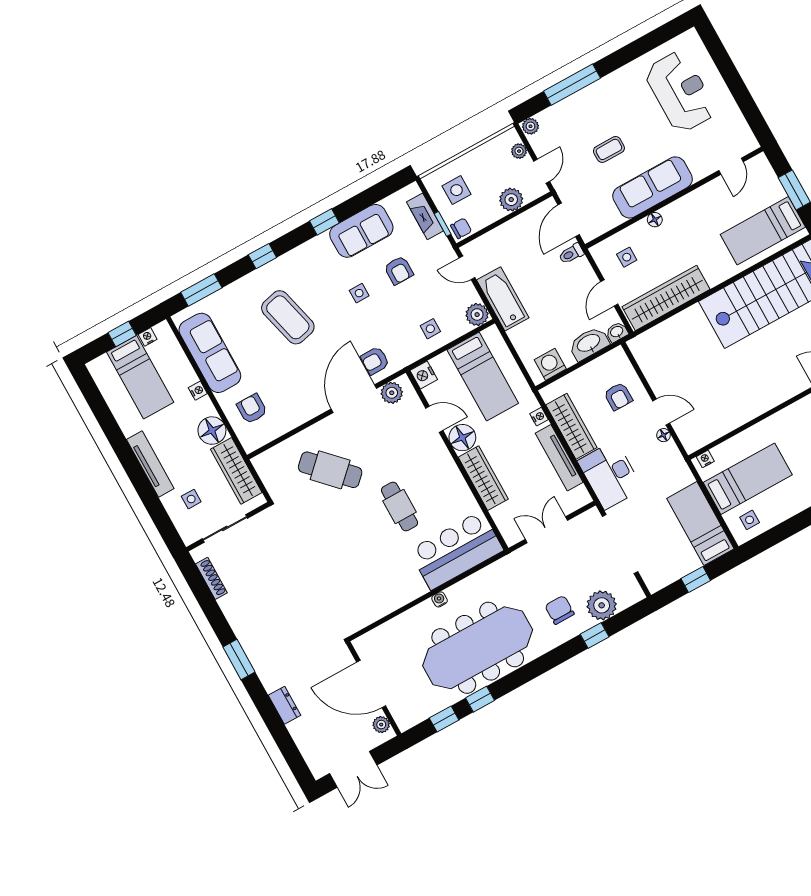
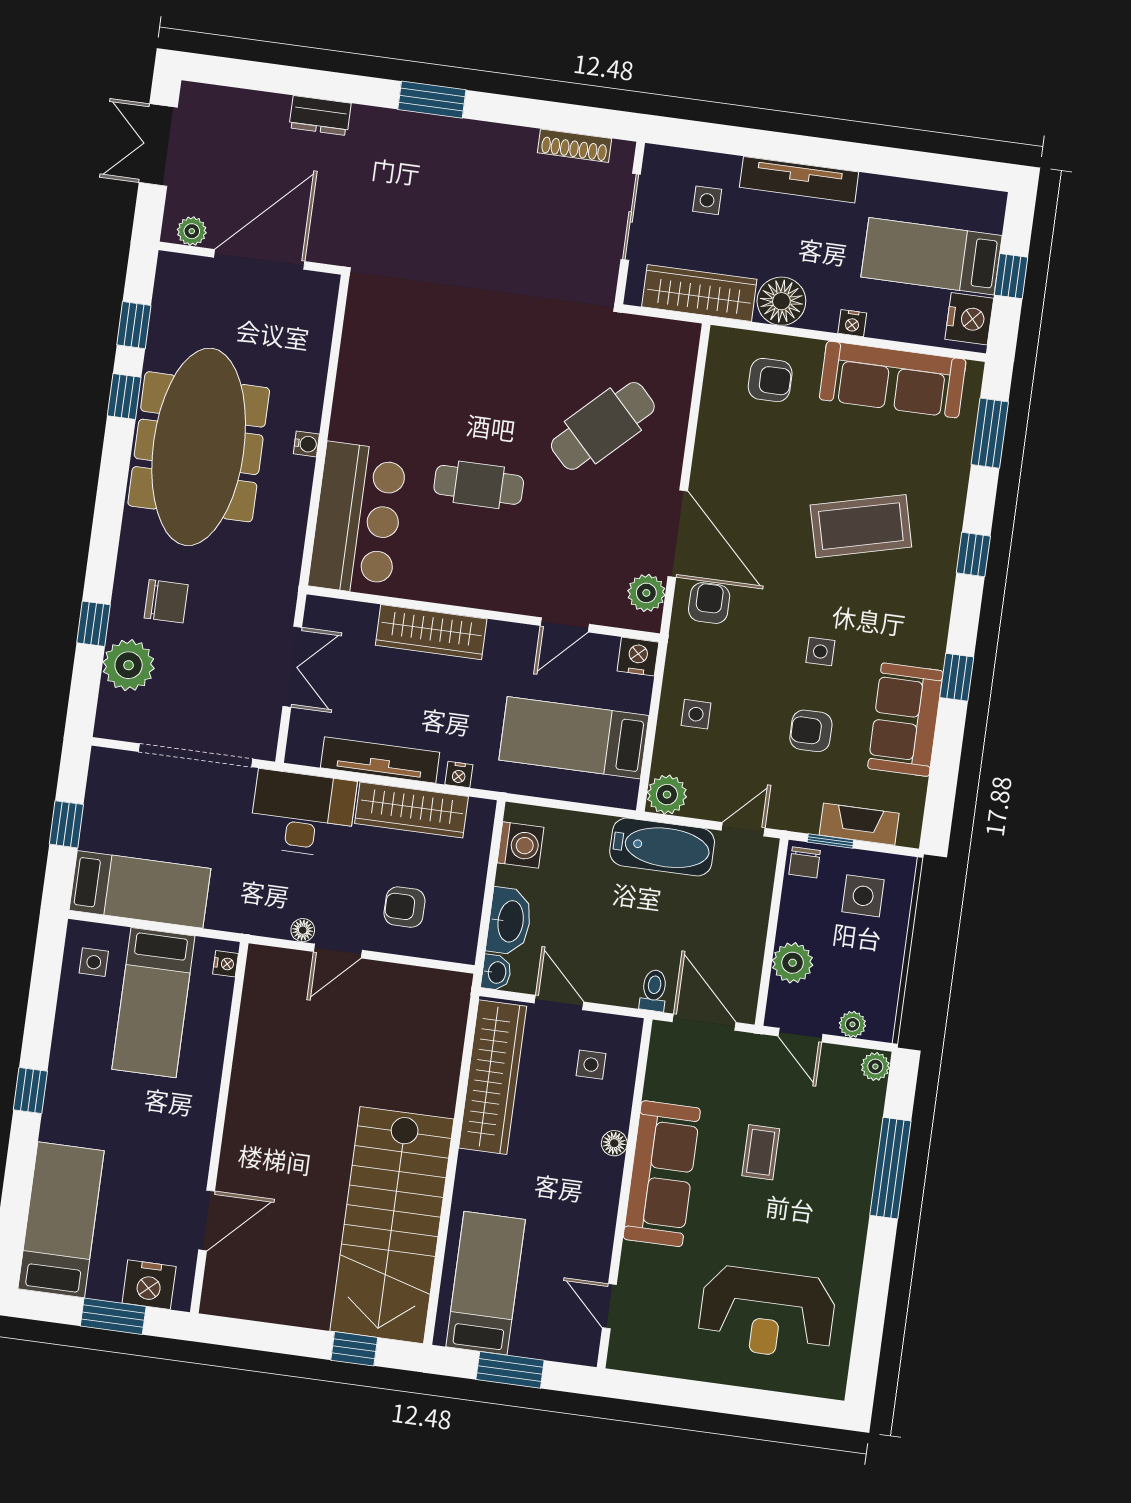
nightstand: (148, 337) -> (969, 319), width x1.89, depth x1.79
floor lamp: (462, 438) -> (510, 645), removed

